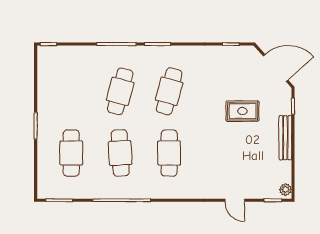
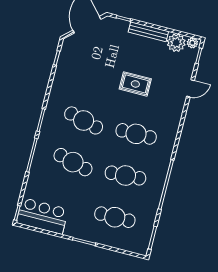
bar counter: (52, 73) -> (42, 216), added
rug: (242, 111) -> (135, 84), moved, turned 90
plant: (281, 172) -> (176, 43), added

